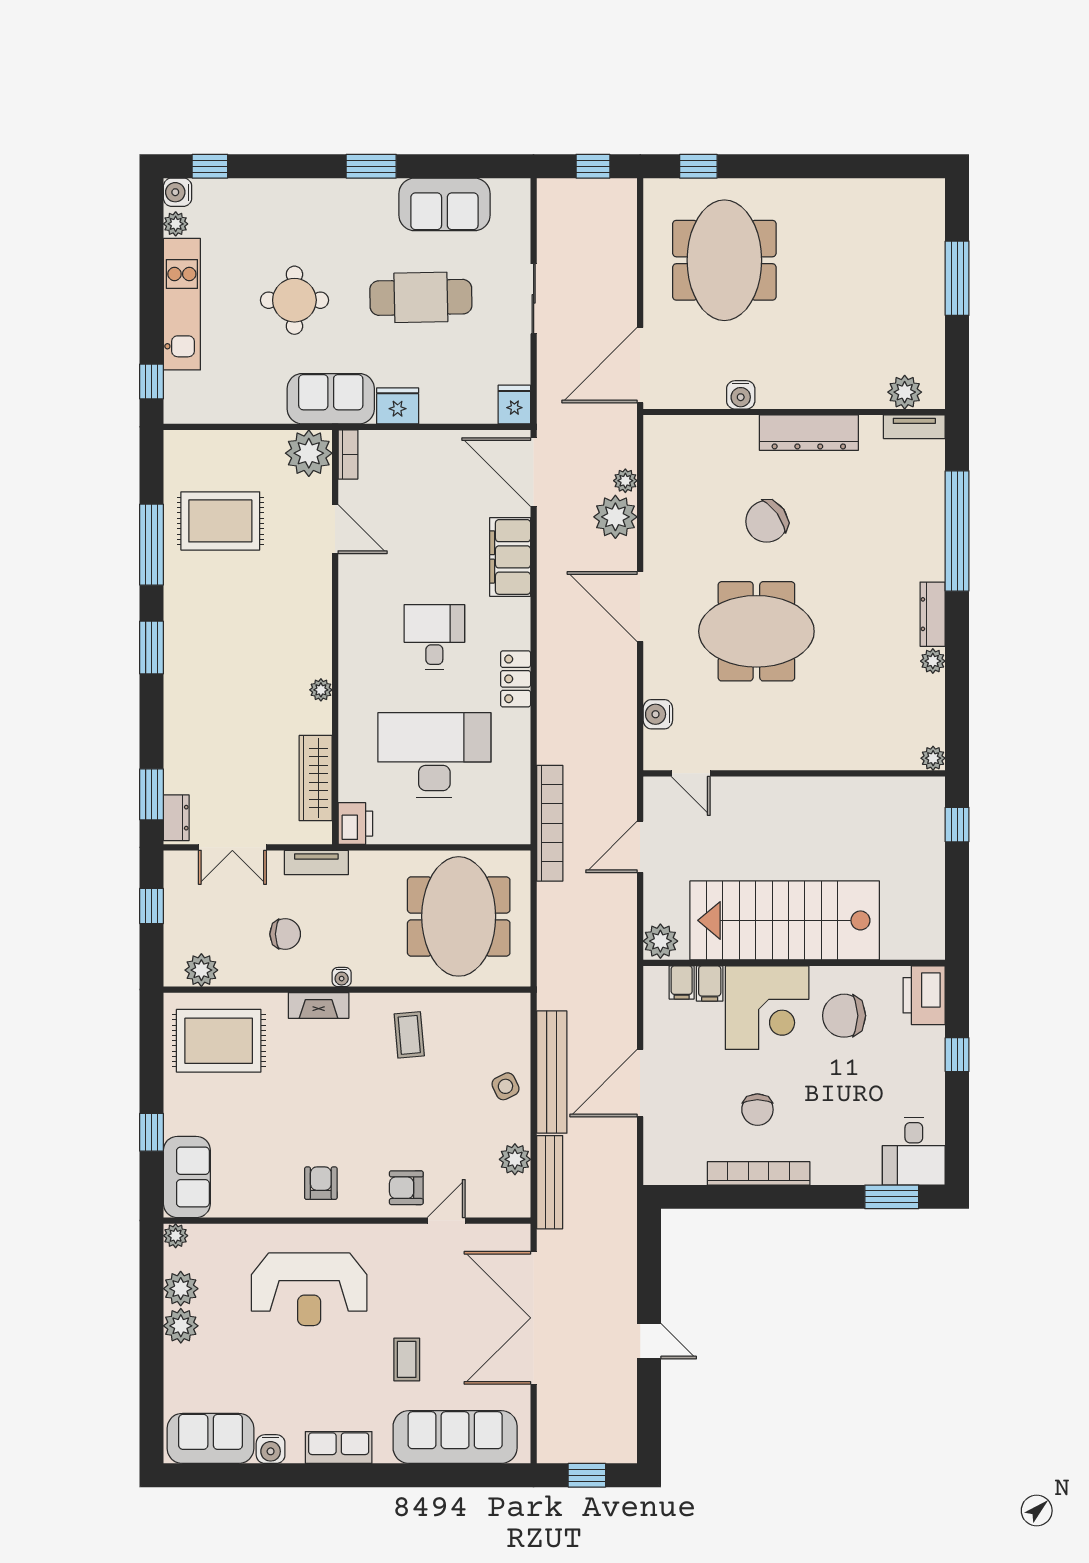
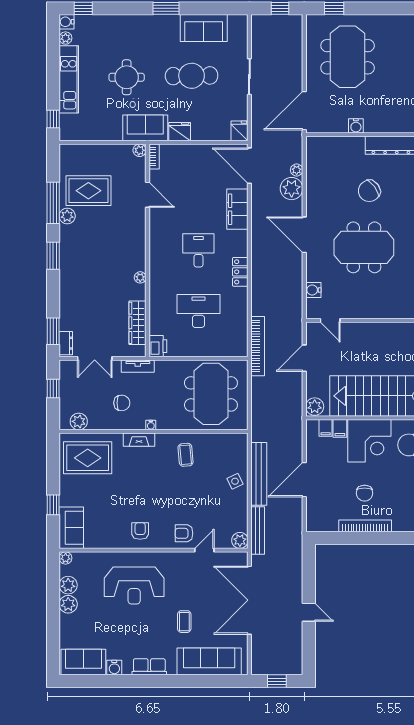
plant: (309, 453) -> (140, 150), width x0.53, depth x0.53
plant: (179, 570) -> (67, 216), added
desk: (434, 755) -> (198, 311), width x0.73, depth x0.77
plant: (515, 1159) -> (240, 540), moved

